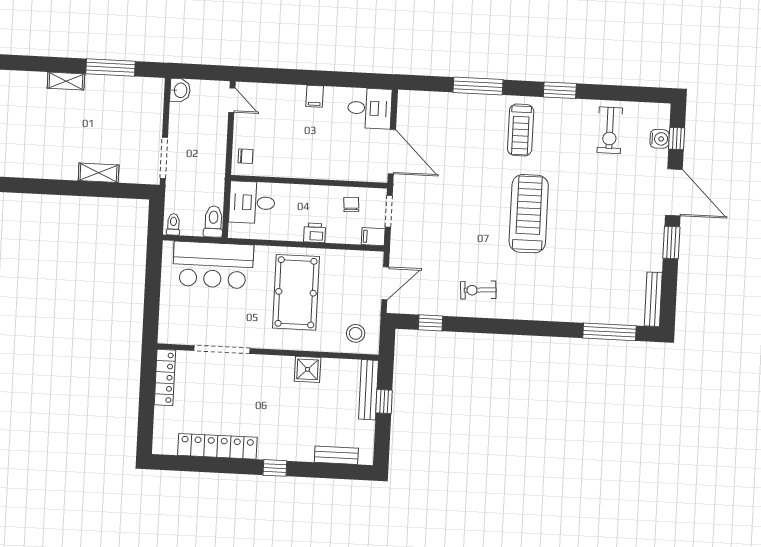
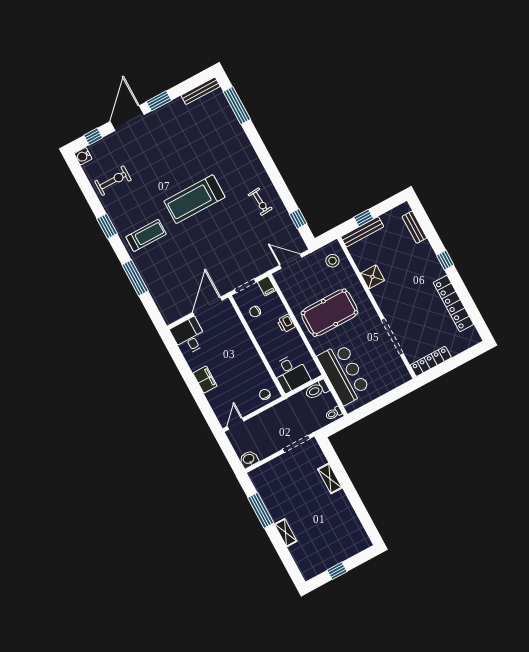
filing cabinet: (315, 96) -> (205, 380), width x2.00
water cooler: (660, 139) -> (83, 156), moved, turned -90

